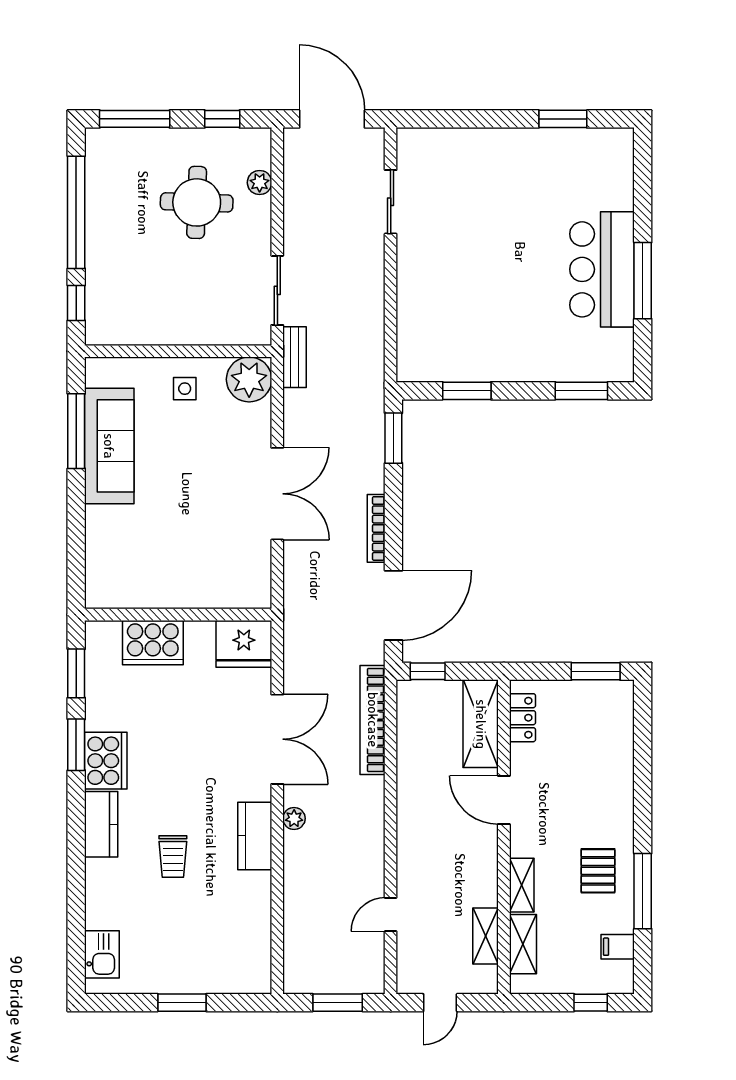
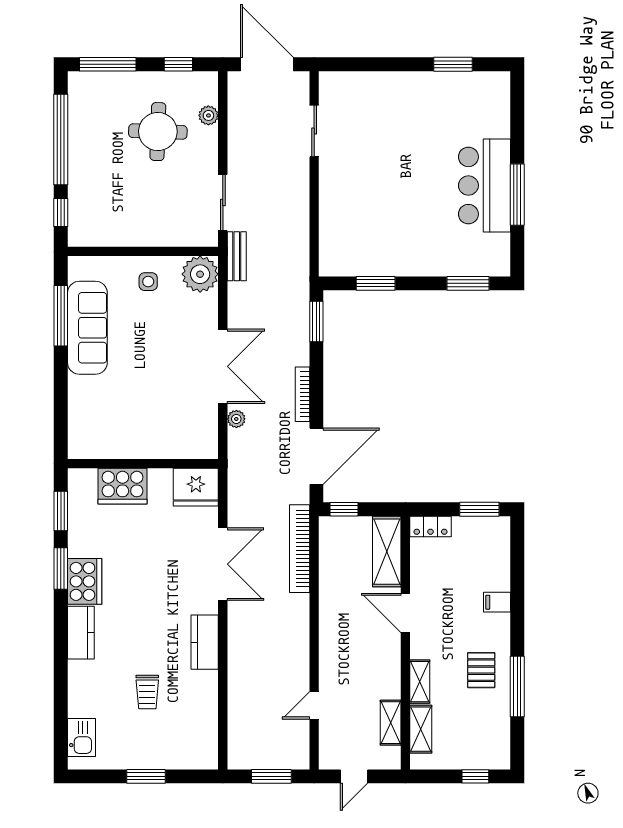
locker: (522, 718) -> (430, 527), moved, turned 90
plant: (294, 818) -> (236, 419), moved
trolley: (173, 857) -> (147, 692), moved
filing cabinet: (618, 947) -> (497, 602), moved

